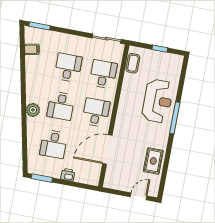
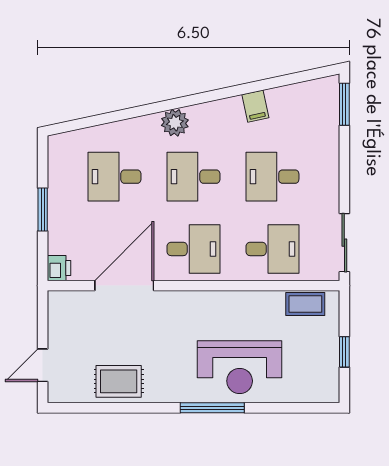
filing cabinet: (32, 49) -> (255, 106), moved
desk: (68, 68) -> (272, 177), turned 180
door: (107, 149) -> (124, 286), hinge flipped
printer: (68, 175) -> (59, 268), moved
window: (42, 178) -> (43, 209), moved
door: (139, 196) -> (43, 365), swing flipped

